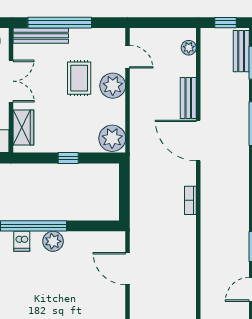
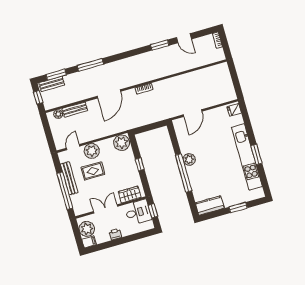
bench: (41, 36) -> (69, 178), moved
bench: (188, 98) -> (75, 110), moved
dishwasher: (22, 241) -> (194, 177), removed

